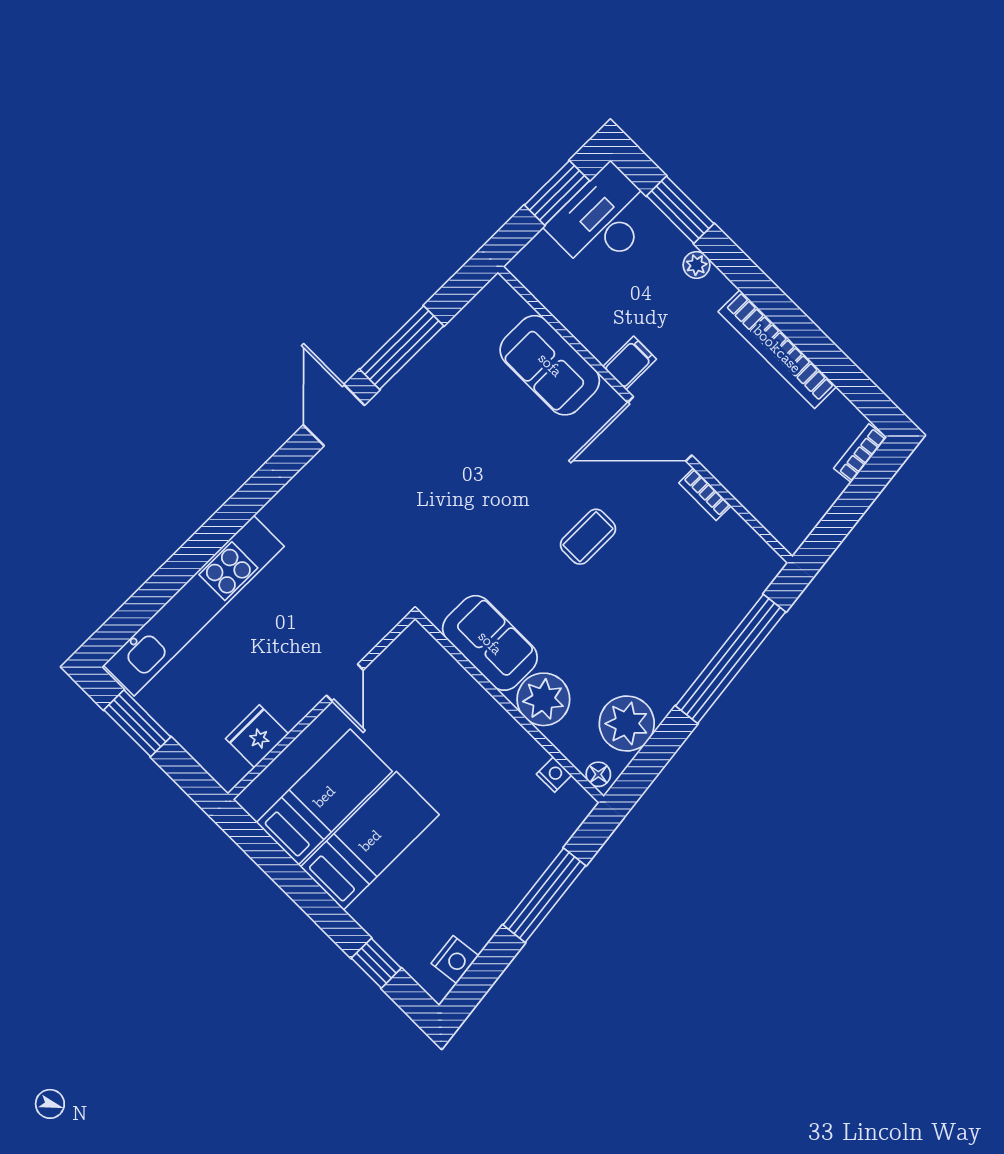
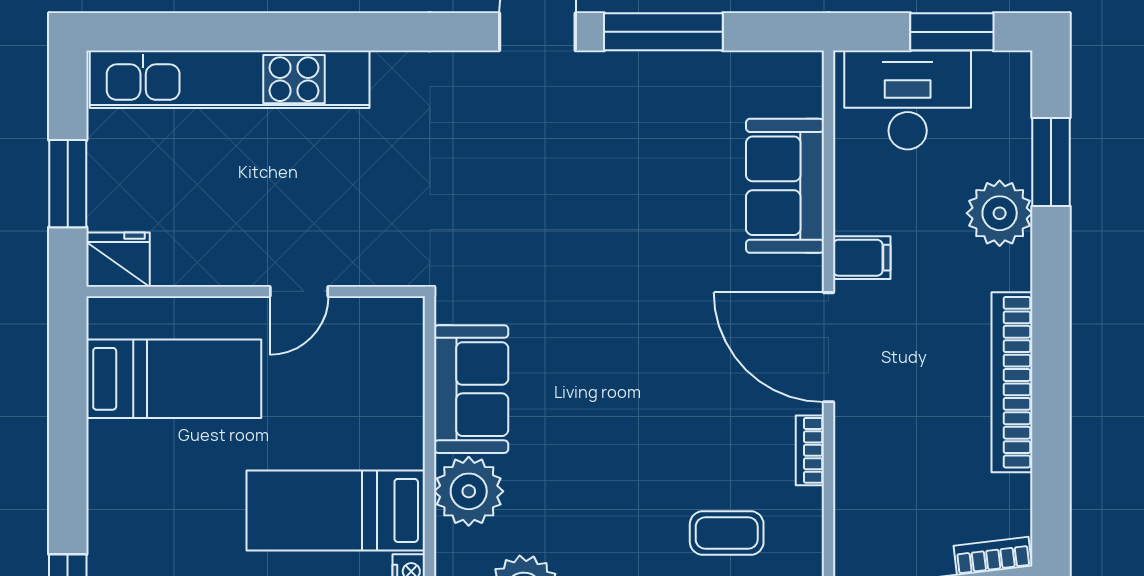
desk: (603, 220) -> (908, 100), moved
plant: (696, 265) -> (1000, 213), width x1.88, depth x1.88
coffee table: (588, 537) -> (727, 533), moved
window: (137, 723) -> (68, 184), moved
fridge: (257, 736) -> (118, 260), moved
bed: (370, 841) -> (336, 510), moved, turned 180

